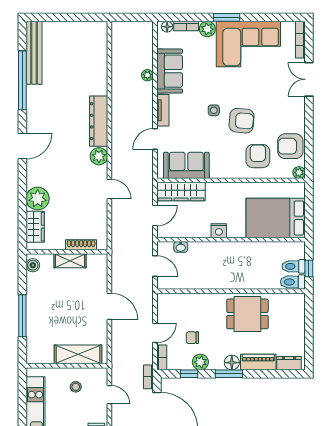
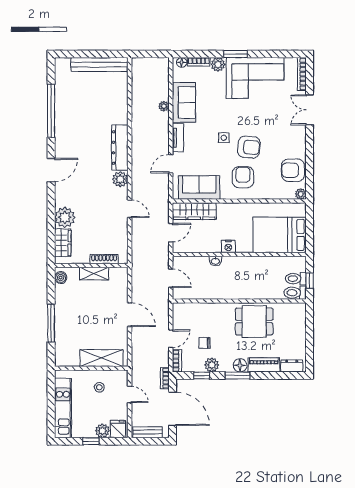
bench: (34, 53) -> (99, 65), moved, turned 90
armchair: (258, 156) -> (243, 177), moved
washbasin: (181, 247) -> (215, 261), moved

